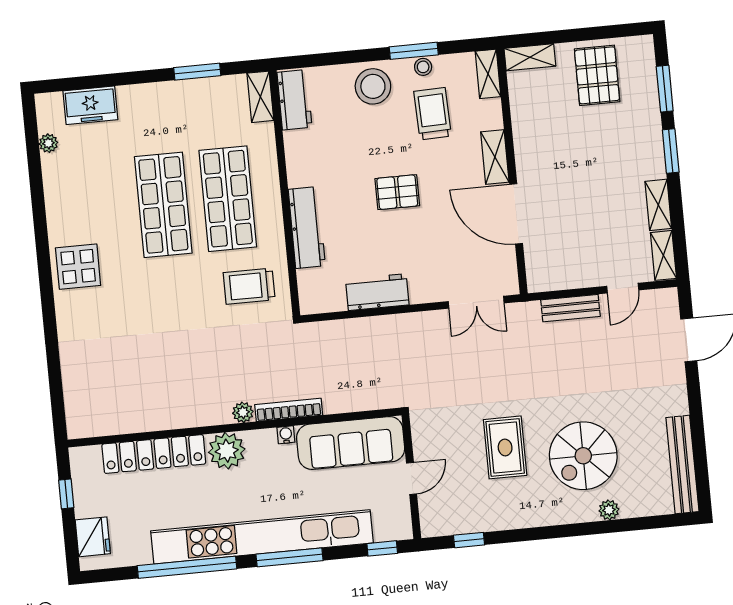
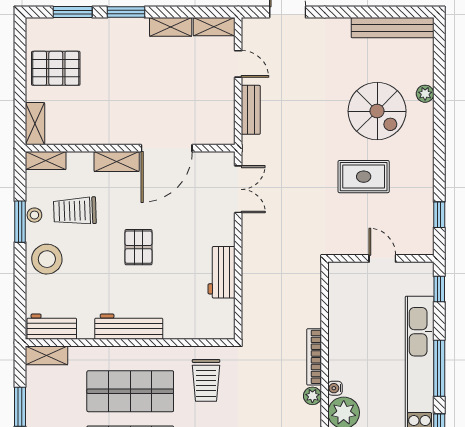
workbench: (307, 228) -> (129, 327), moved
water cooler: (286, 435) -> (335, 388), moved
sofa: (351, 443) -> (347, 307), removed

